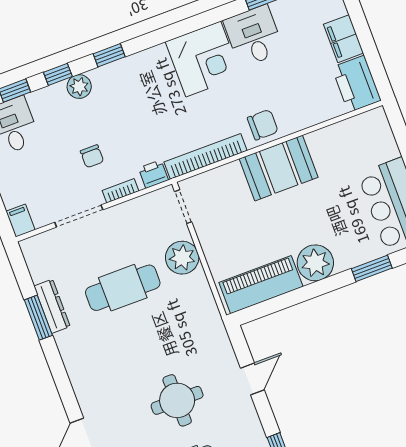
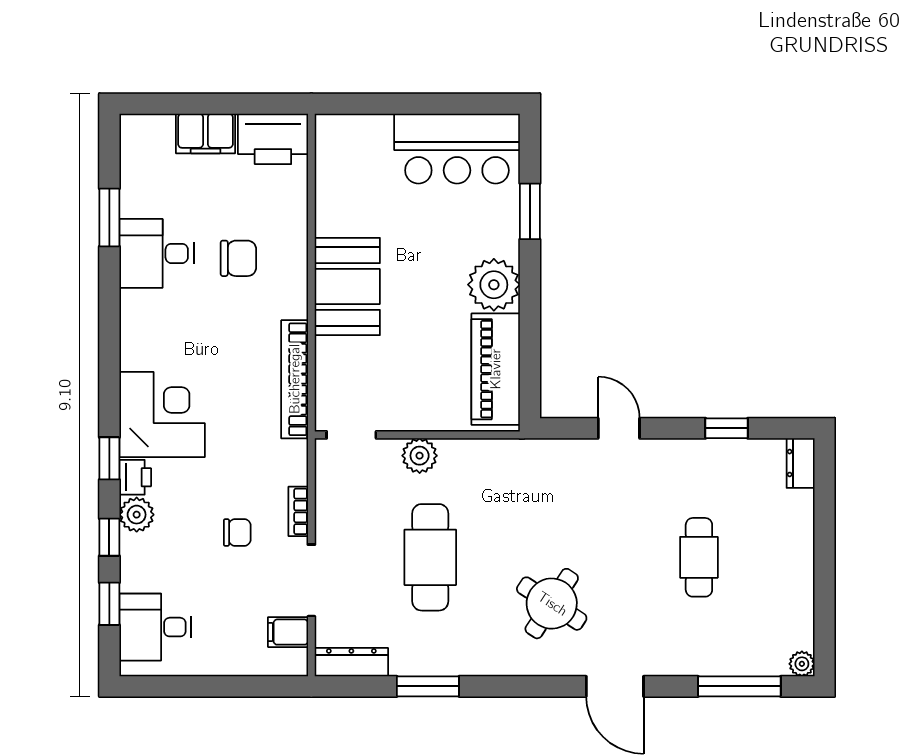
corner desk: (203, 59) -> (162, 415), moved
chair: (263, 125) -> (238, 258), moved, turned 90
printer: (153, 174) -> (135, 477), moved, turned 180
filing cabinet: (21, 221) -> (288, 632), moved
plant: (182, 258) -> (420, 456), width x0.73, depth x0.73
dresser: (52, 306) -> (351, 662), moved
round table: (177, 400) -> (552, 604), moved, turned 33

